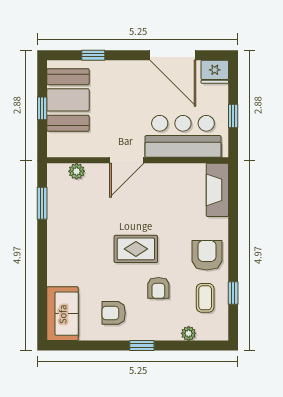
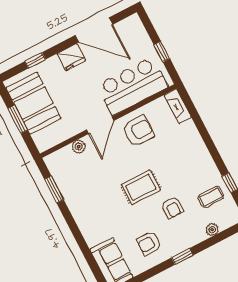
fridge: (215, 72) -> (71, 57), moved
window: (42, 108) -> (18, 119), width x1.50
plant: (77, 171) -> (79, 147), moved
fireplace: (217, 190) -> (178, 106), width x0.73, depth x0.76
armchair: (207, 255) -> (138, 131), moved, turned 90
coffee table: (205, 298) -> (211, 197), turned 90

